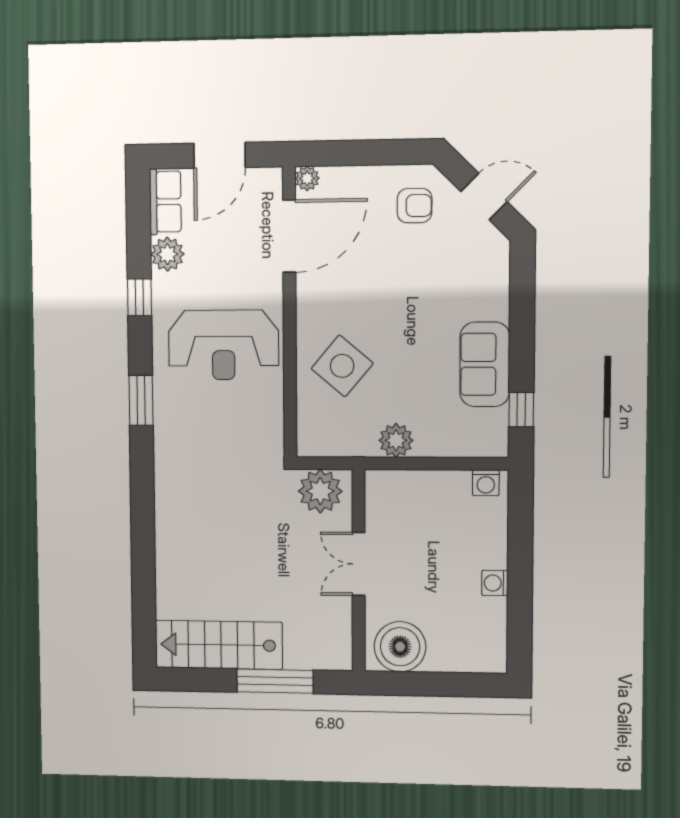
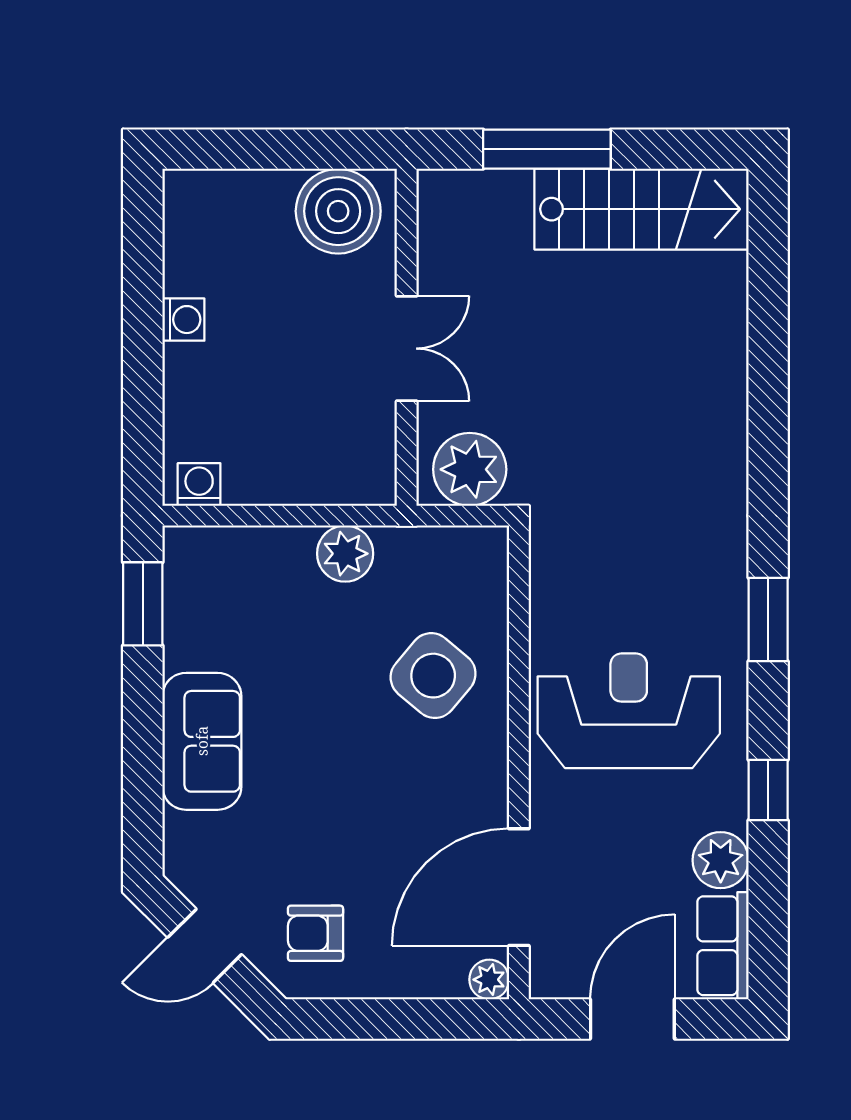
sofa: (485, 364) -> (202, 741), moved
window: (521, 410) -> (143, 604), width x1.50

